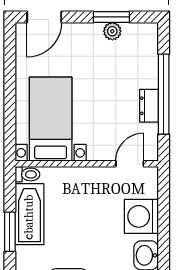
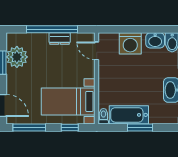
plant: (112, 31) -> (17, 57), width x1.88, depth x1.88
window: (10, 58) -> (29, 127), added
window: (10, 122) -> (70, 127), added

